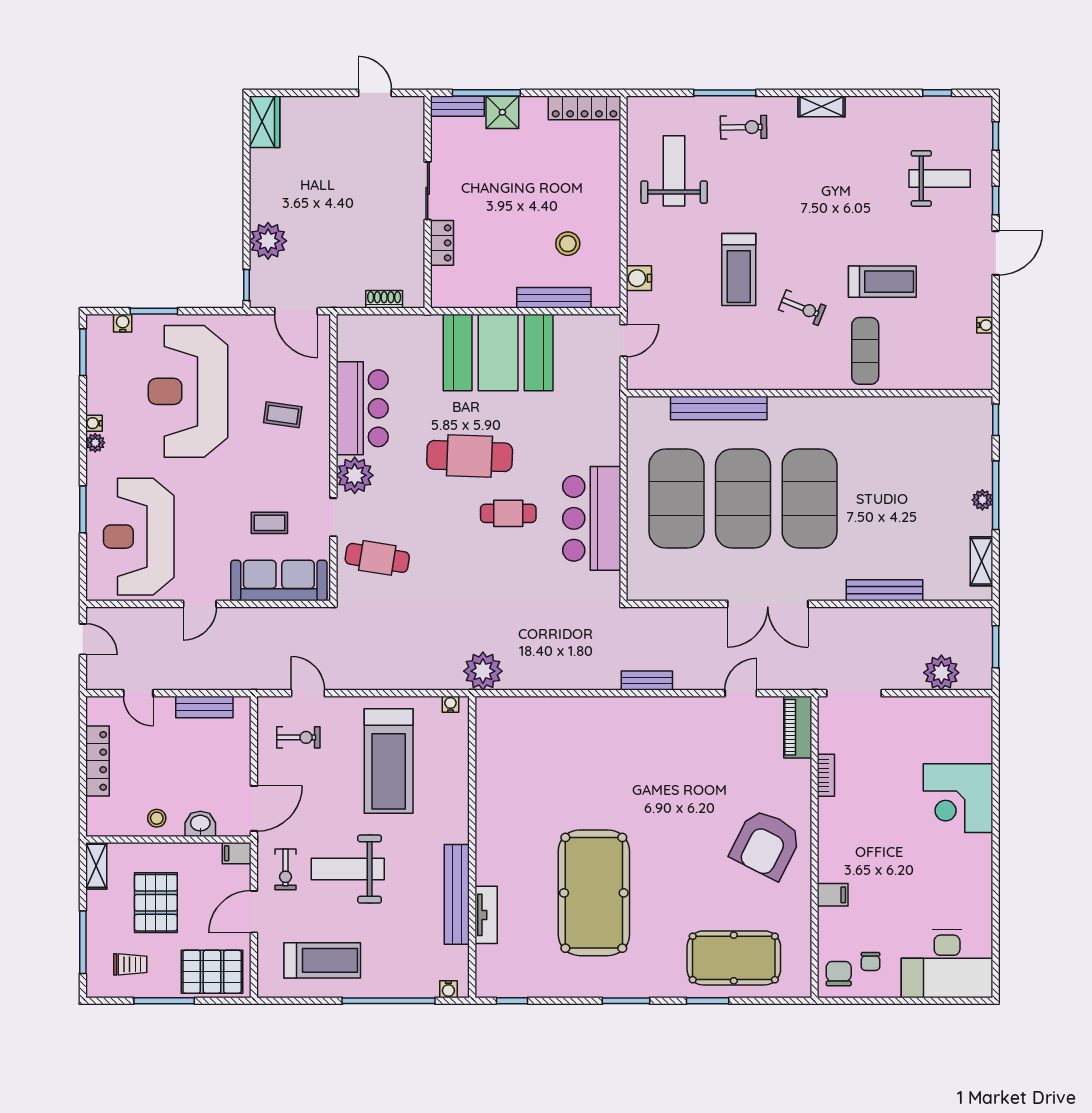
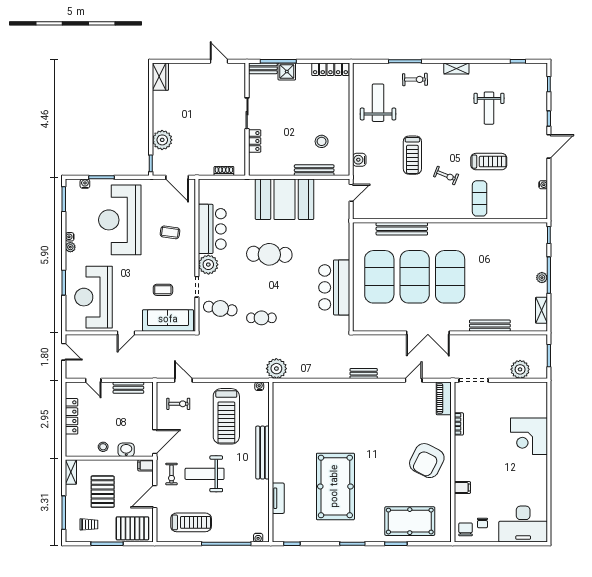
weight bench: (940, 178) -> (489, 108), moved, turned 90
cafe table: (508, 513) -> (261, 318), moved
bench: (457, 894) -> (263, 453), moved

